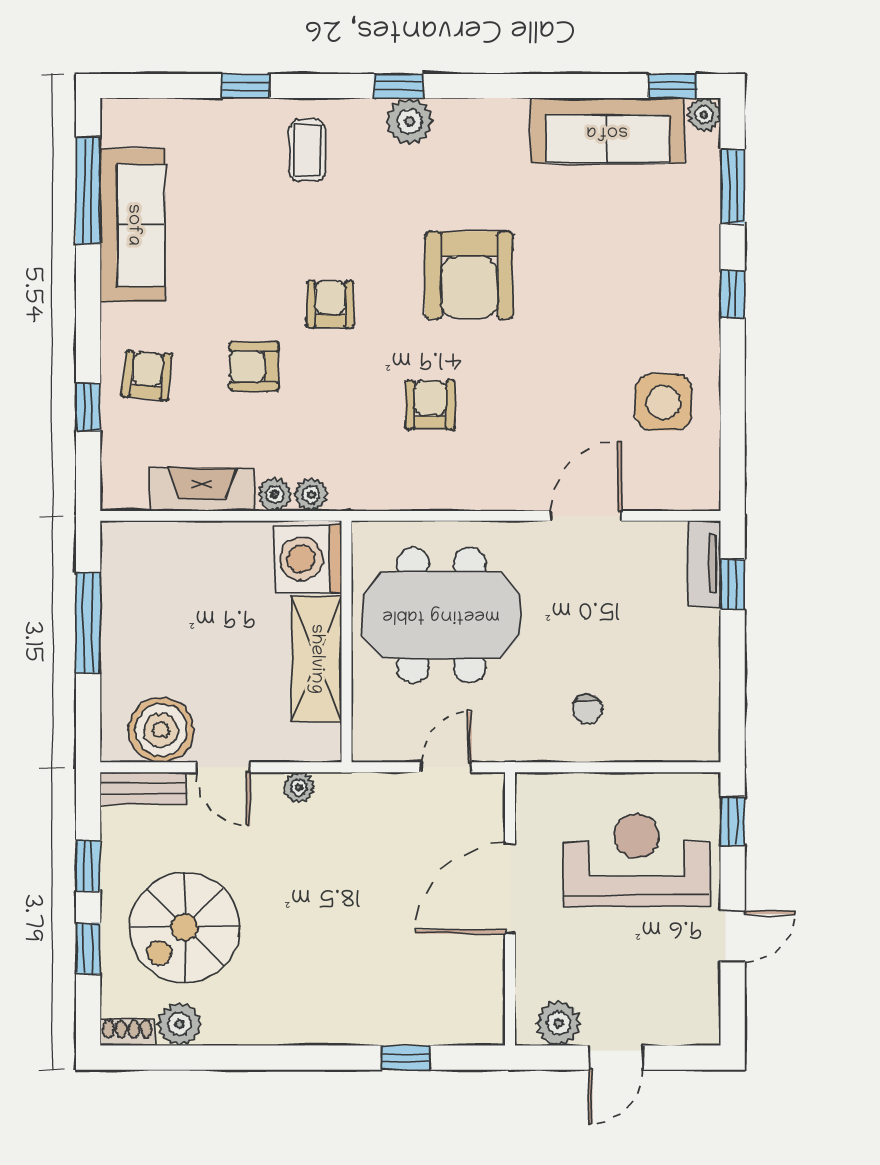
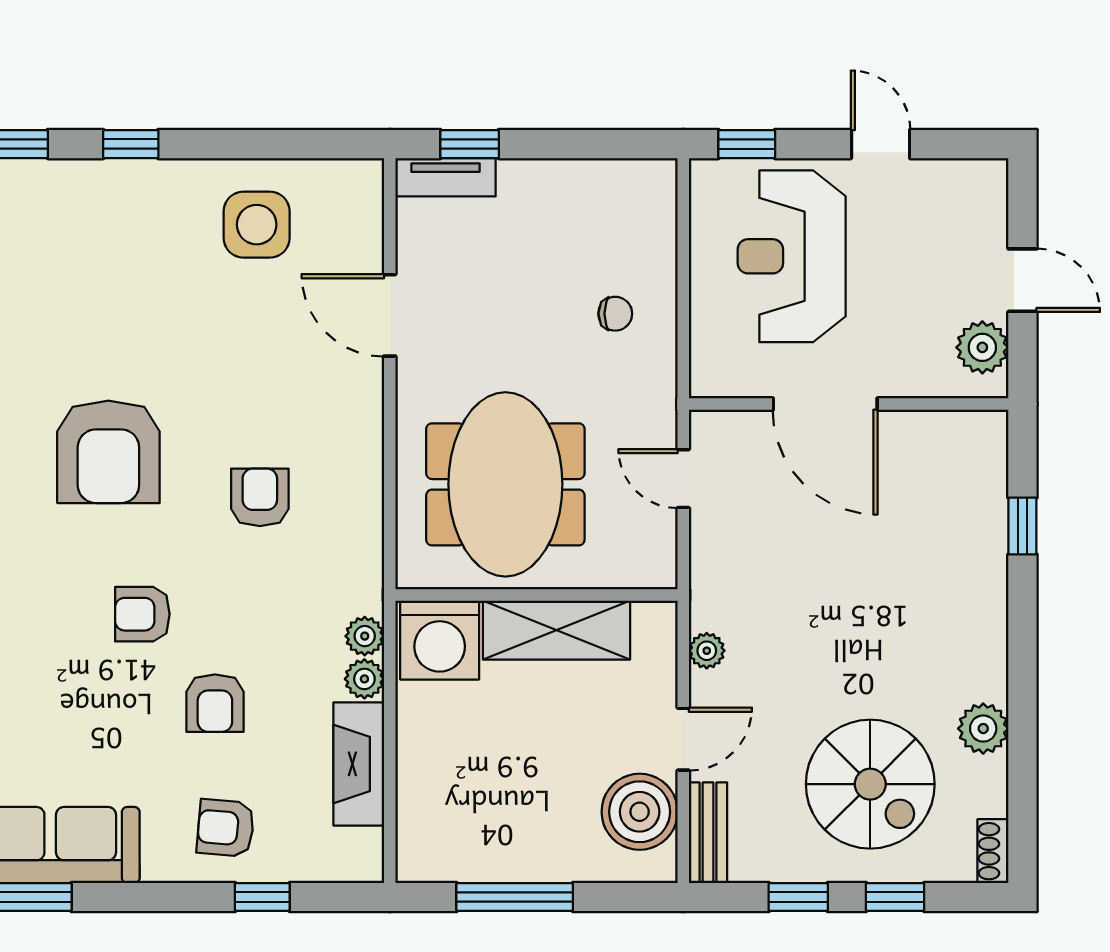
armchair: (469, 275) -> (108, 452), turned 90
armchair: (430, 405) -> (260, 497), turned 90
plant: (179, 1024) -> (983, 729), moved

